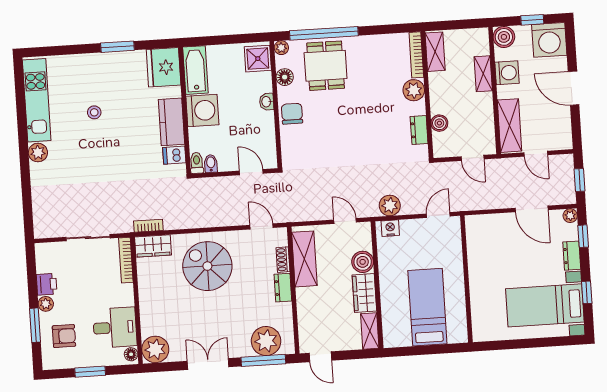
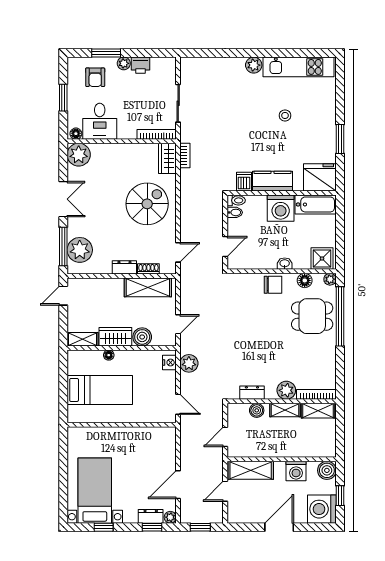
shelving: (483, 74) -> (285, 410), moved
dresser: (572, 256) -> (151, 516), moved
floor lamp: (386, 299) -> (109, 355), added

